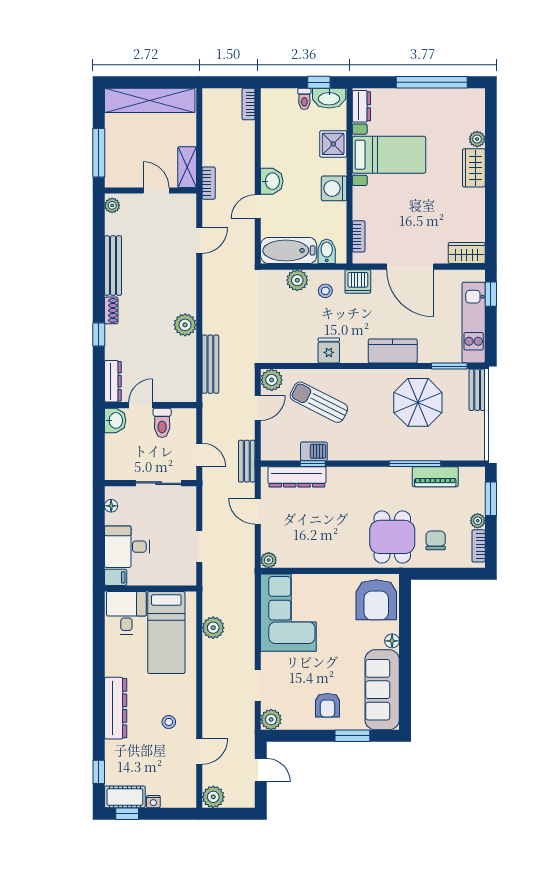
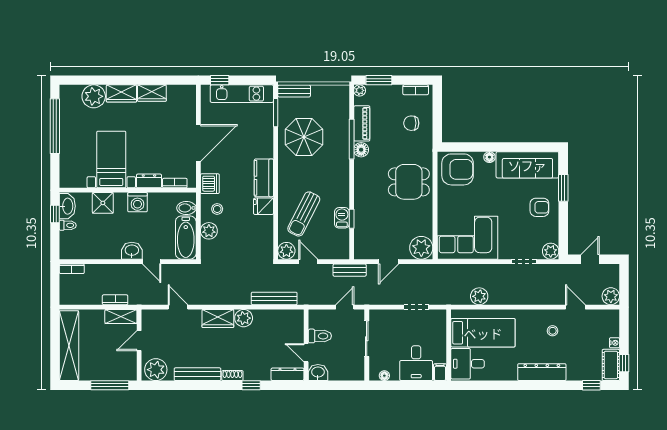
dresser: (361, 106) -> (149, 181), moved
plant: (477, 139) -> (94, 96), width x1.87, depth x1.87
bookcase: (209, 183) -> (115, 300), moved
plant: (112, 205) -> (156, 370), width x1.88, depth x1.88
wardrobe: (467, 253) -> (152, 93), moved, turned -90
wardrobe: (185, 292) -> (218, 318), added
kitchen counter: (393, 351) -> (264, 178), moved
floor lamp: (402, 476) -> (361, 150), added
dresser: (297, 477) -> (362, 231), removed
plant: (478, 521) -> (360, 90), moved
dining table: (392, 537) -> (409, 182), moved
plant: (269, 560) -> (421, 248), width x1.87, depth x1.87

